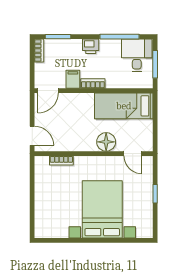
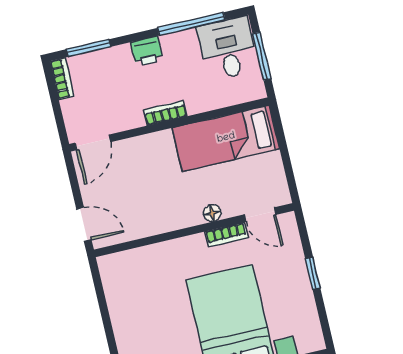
filing cabinet: (73, 79) -> (130, 114), removed
floor lamp: (106, 142) -> (212, 213), width x0.53, depth x0.53
bookcase: (61, 160) -> (226, 235), moved

